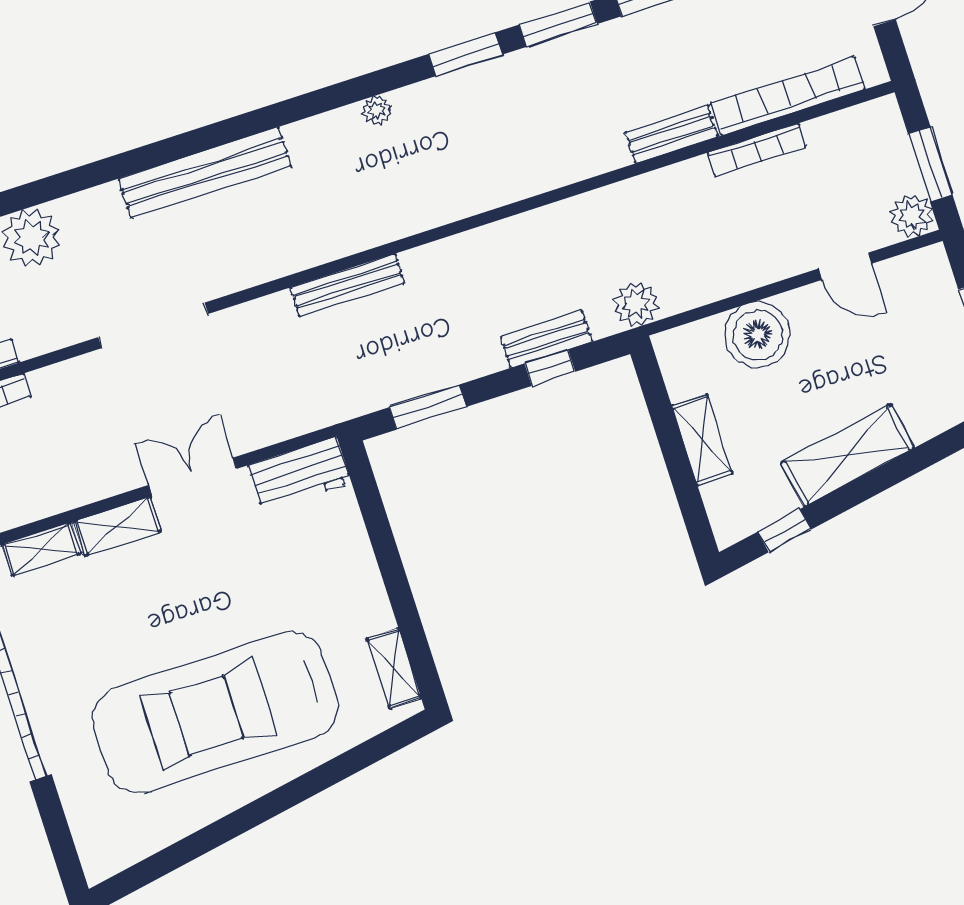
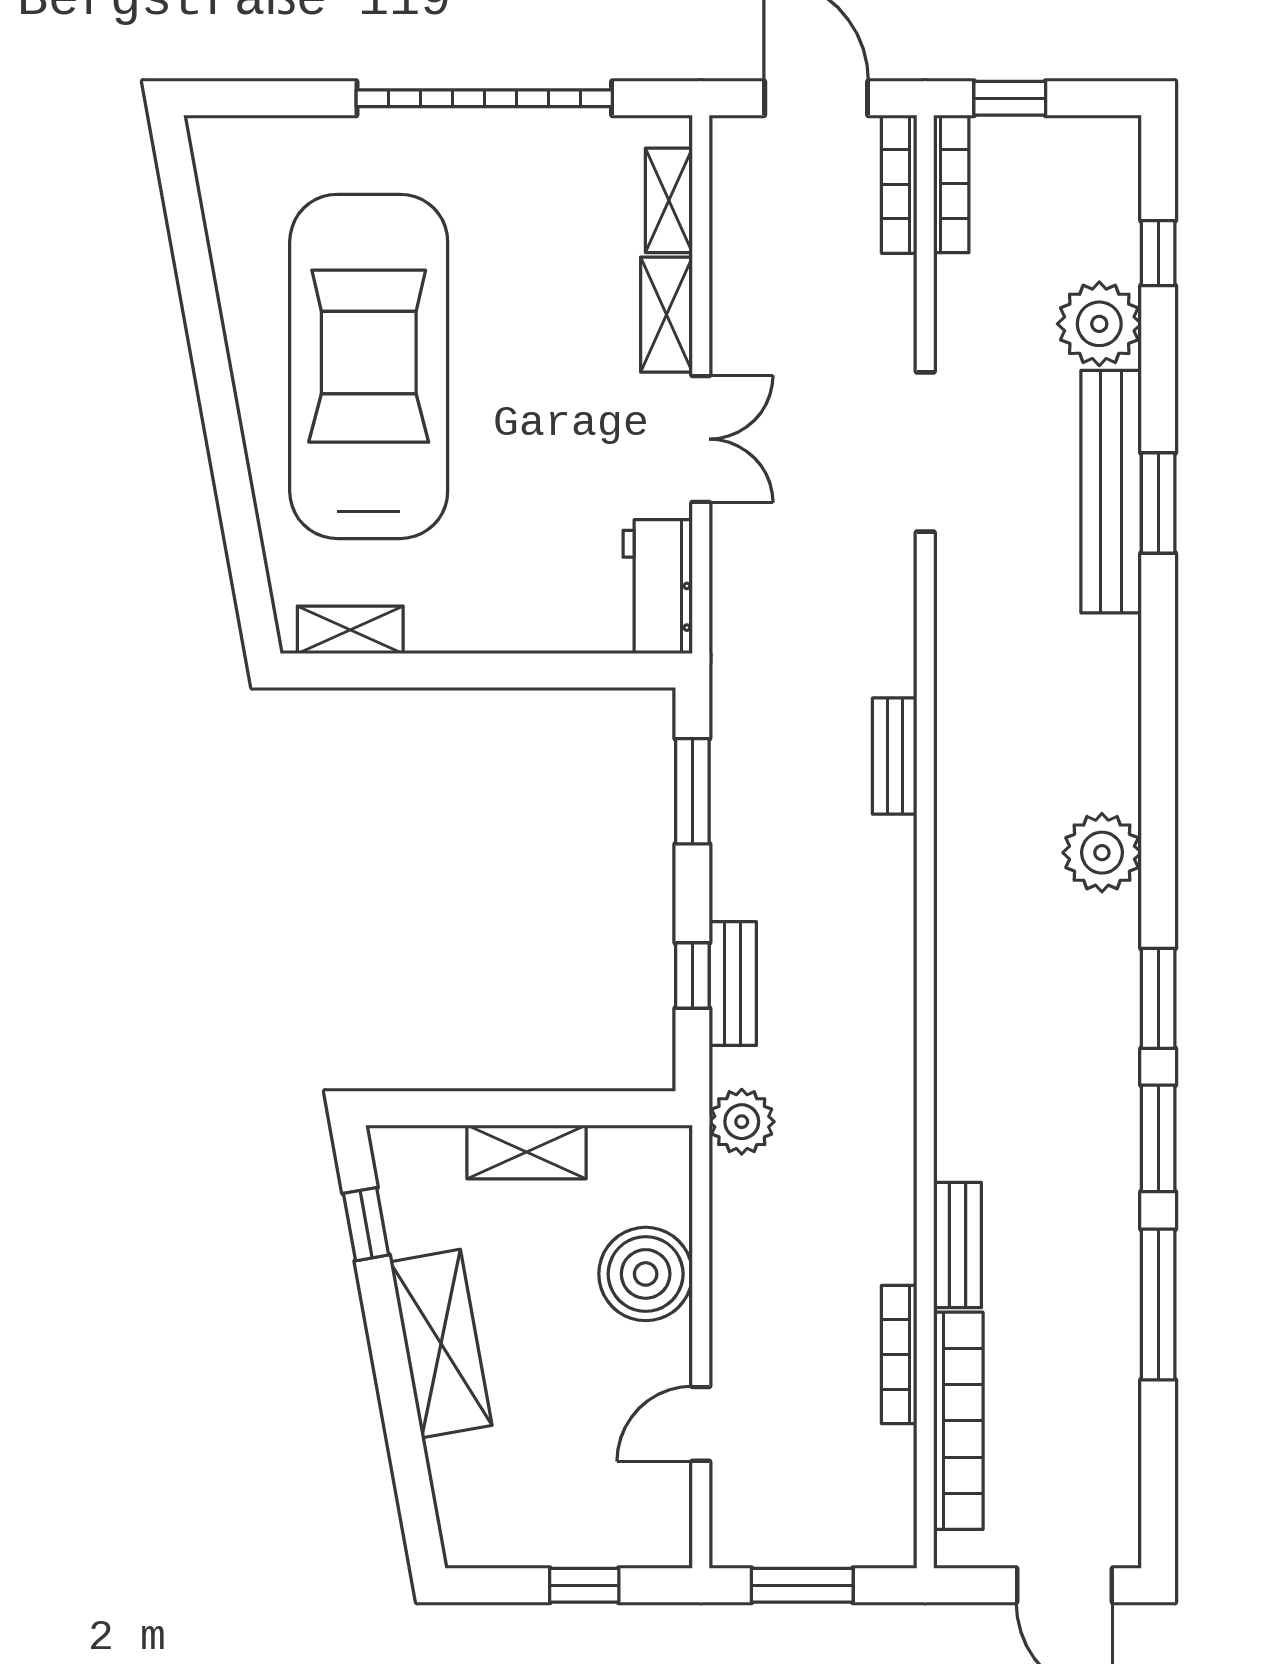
plant: (377, 110) -> (1102, 853), width x1.88, depth x1.88
window: (137, 160) -> (1158, 503), added
bench: (205, 173) -> (1111, 492), moved
plant: (912, 216) -> (740, 1537), removed
bench: (347, 285) -> (895, 756), width x0.73

